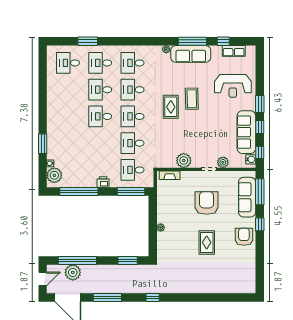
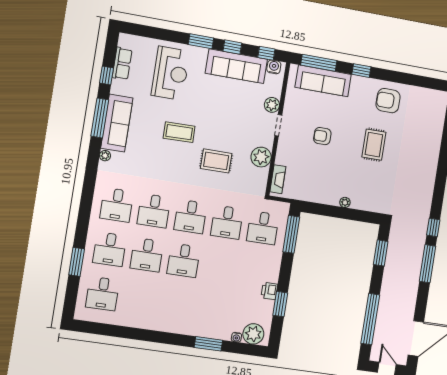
rug: (171, 107) -> (216, 161), moved
printer: (103, 182) -> (269, 291), moved
window: (79, 192) -> (280, 304), width x0.47
armchair: (207, 203) -> (322, 136), width x0.53, depth x0.53
armchair: (244, 237) -> (388, 101), moved
rug: (207, 242) -> (374, 145), turned 90
plant: (73, 272) -> (385, 328), removed
window: (107, 297) -> (428, 264), moved

